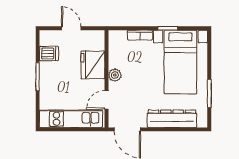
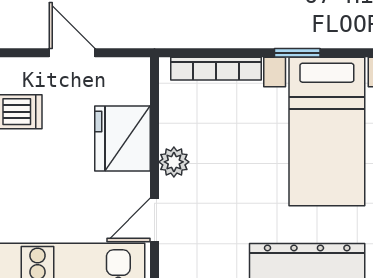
bookcase: (140, 35) -> (216, 69), width x1.56

